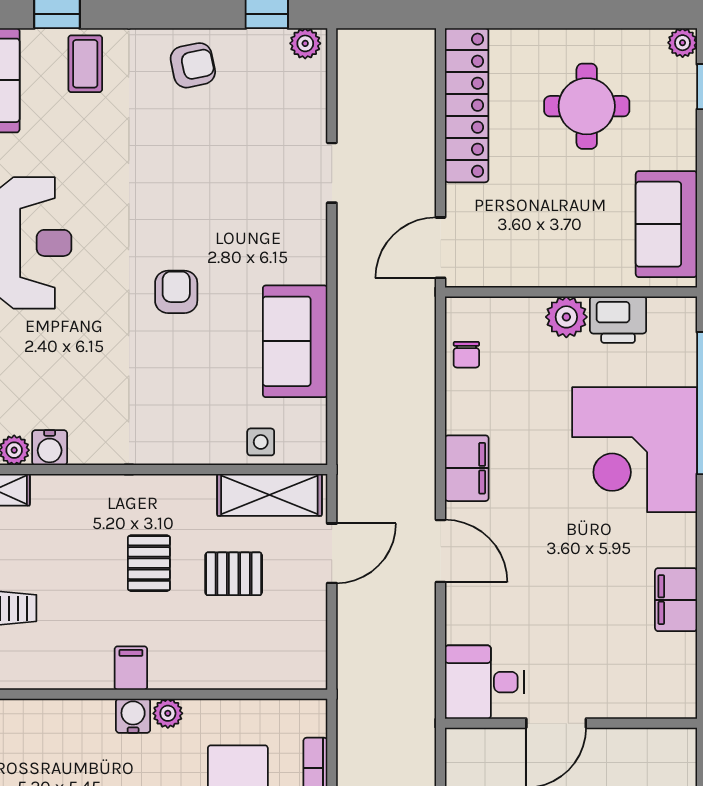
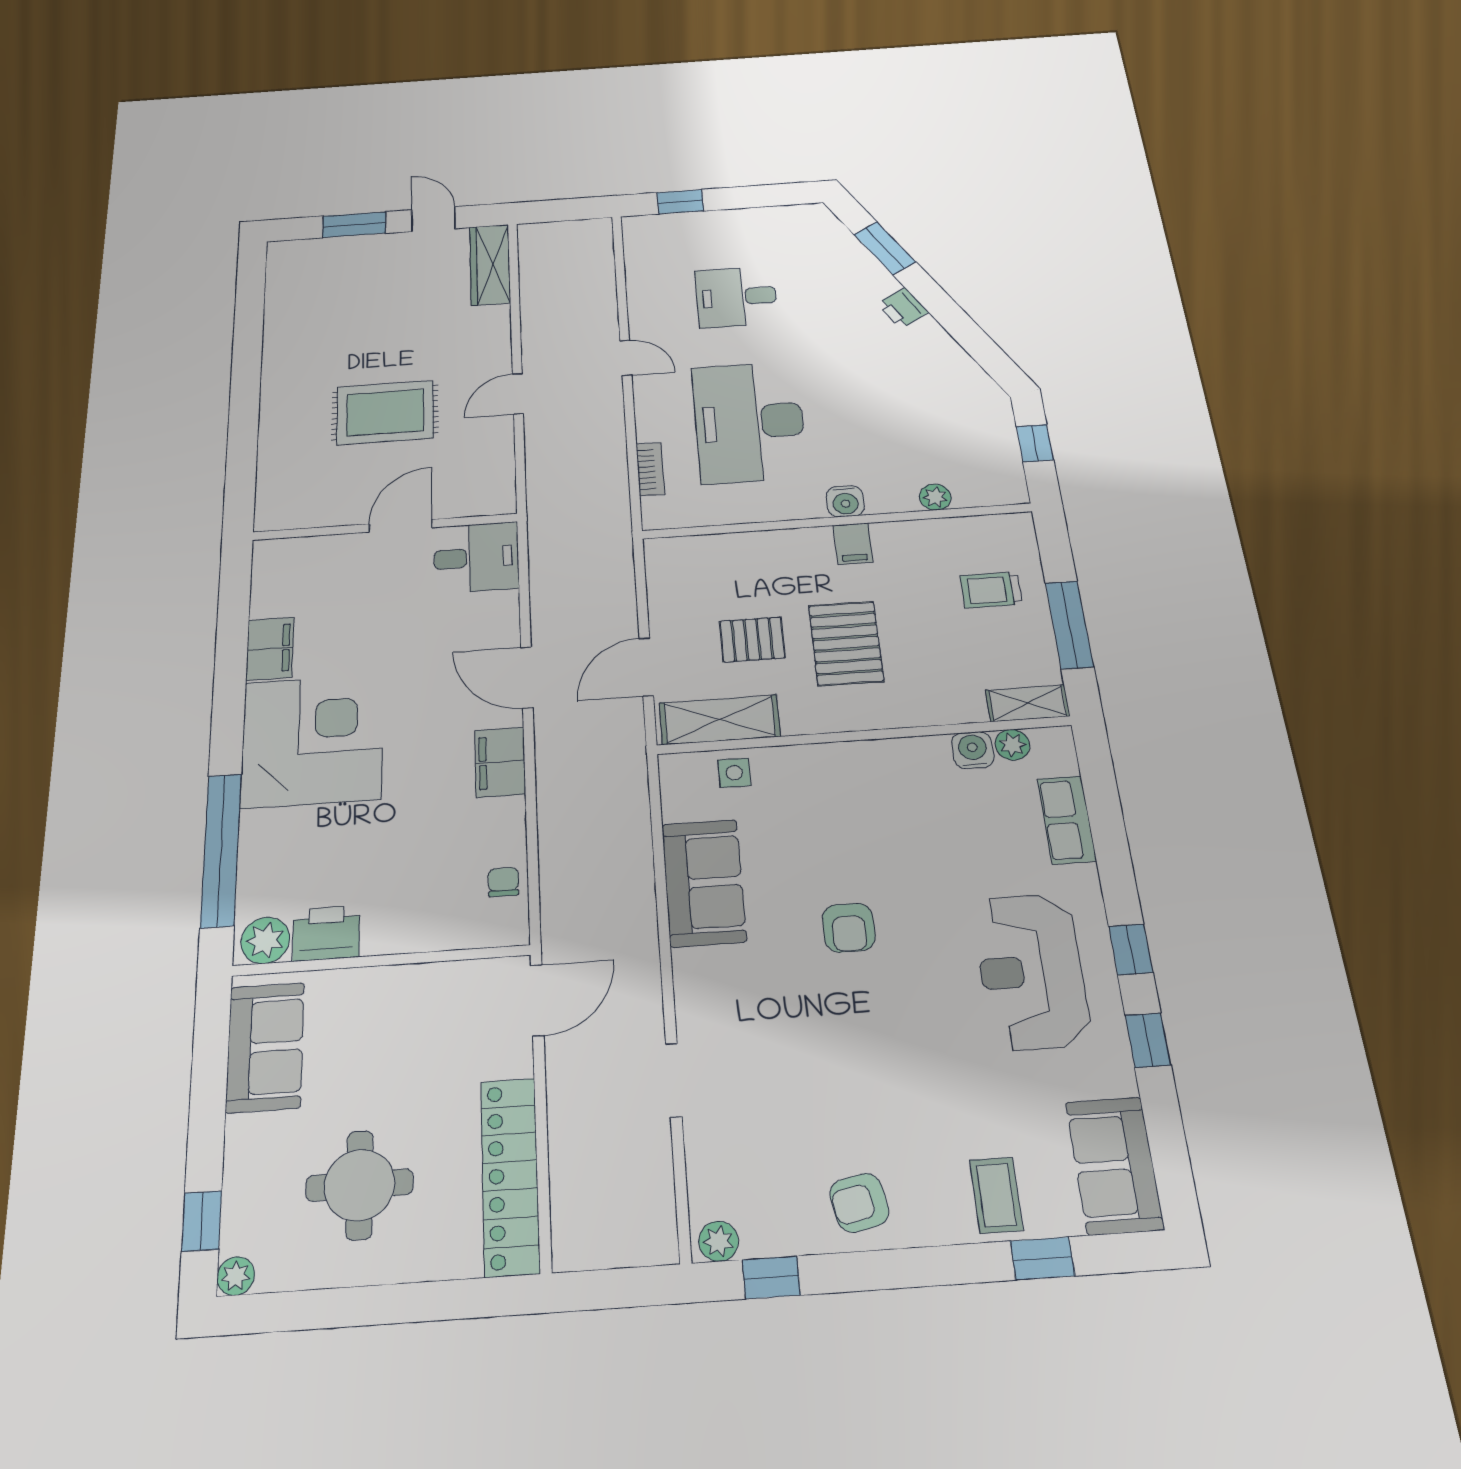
plant: (566, 317) -> (265, 940), moved
corner desk: (635, 450) -> (312, 740), moved
pallet: (149, 563) -> (846, 643), width x1.50, depth x1.42
plant: (168, 713) -> (935, 497), moved

